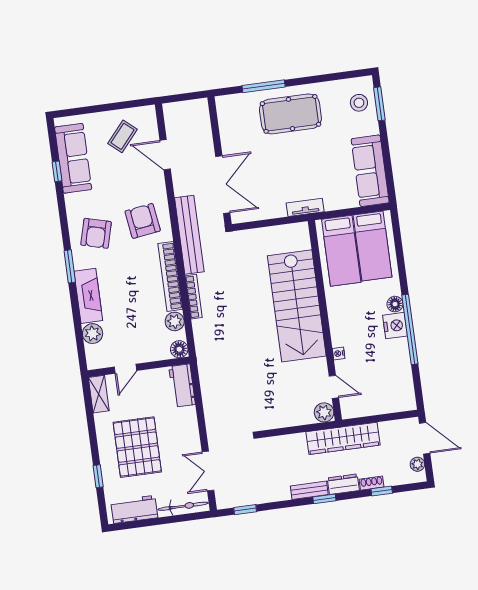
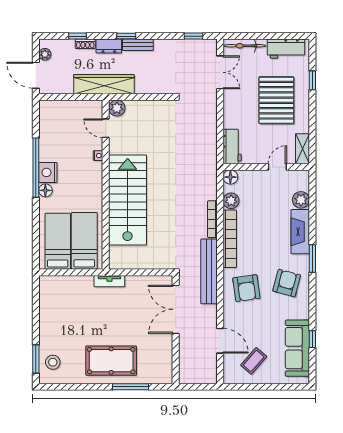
sofa: (370, 171) -> (51, 304), removed

